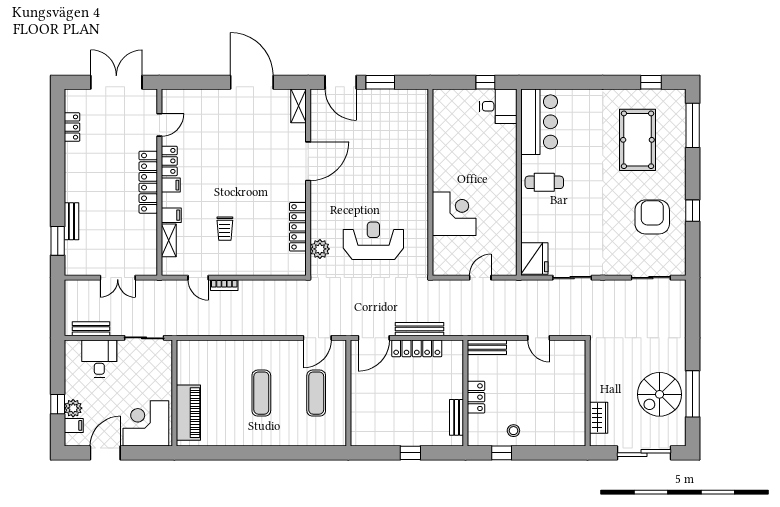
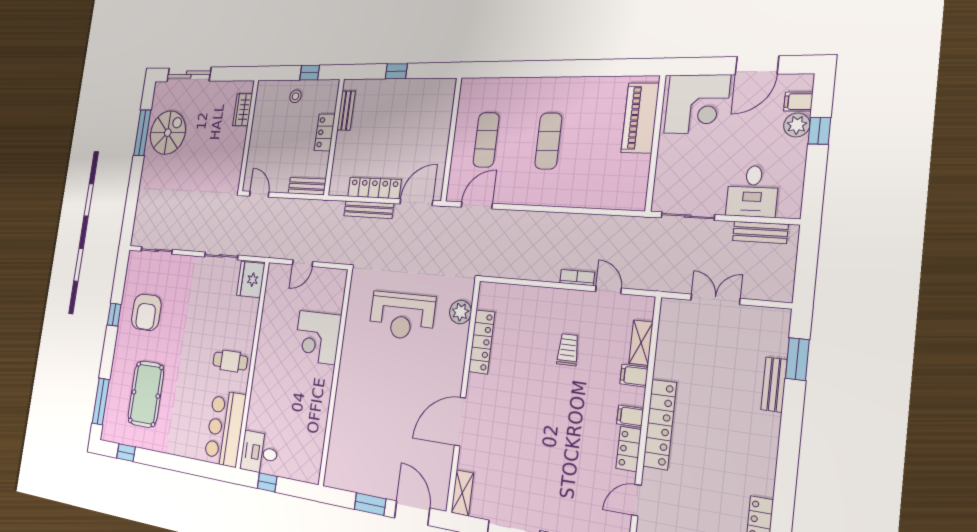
wall: (588, 393) -> (248, 135), moved
wardrobe: (599, 418) -> (243, 110), moved

